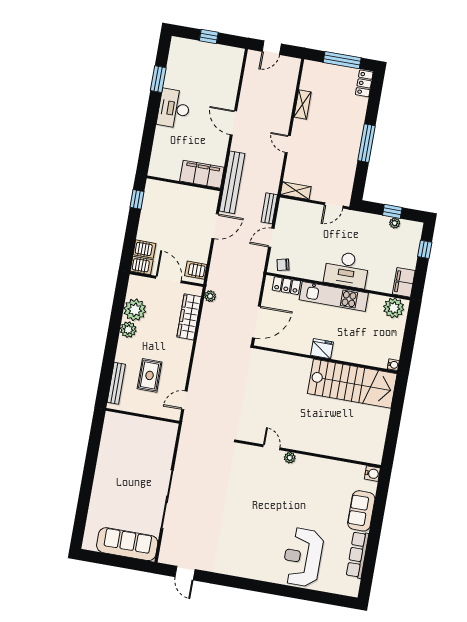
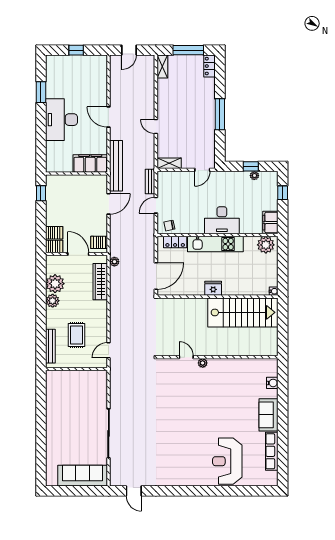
shelving: (303, 104) -> (162, 67), moved
desk: (174, 109) -> (62, 120), width x1.36, depth x1.30
door: (271, 447) -> (186, 357), moved
wall: (309, 454) -> (218, 357), moved
plant: (290, 458) -> (203, 363), moved

